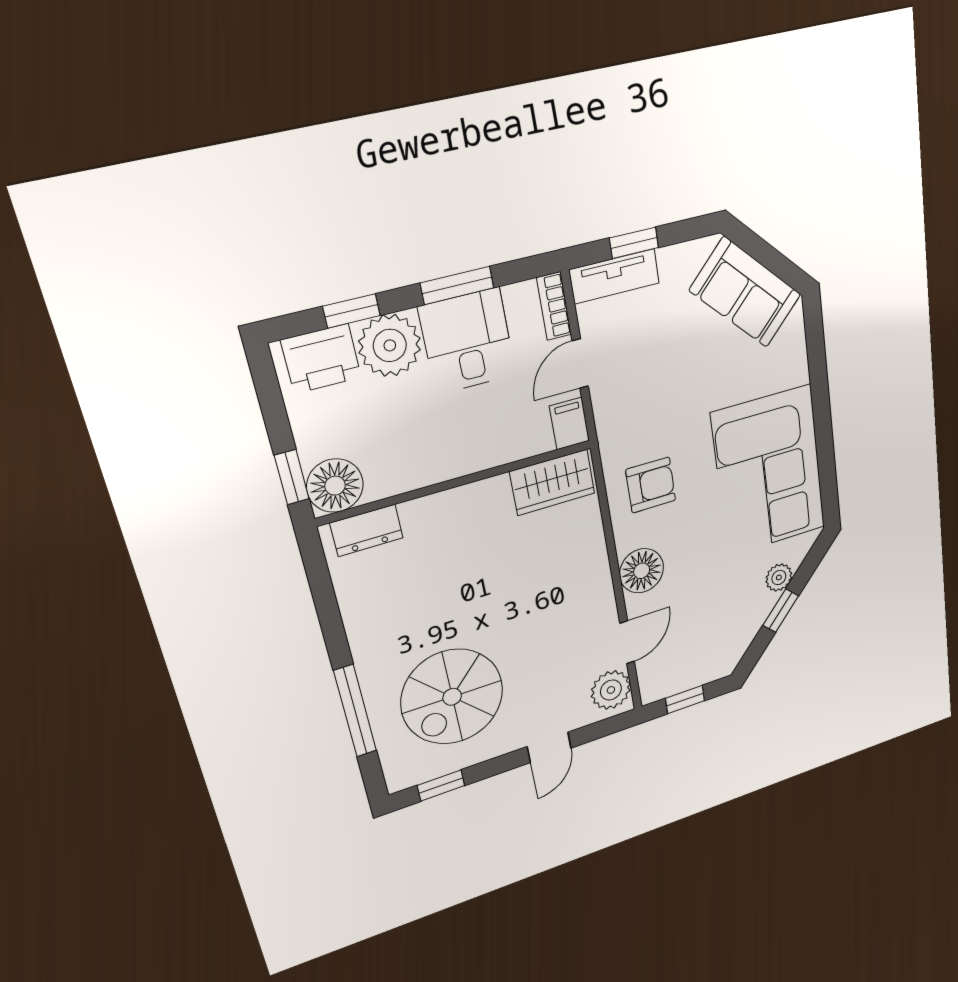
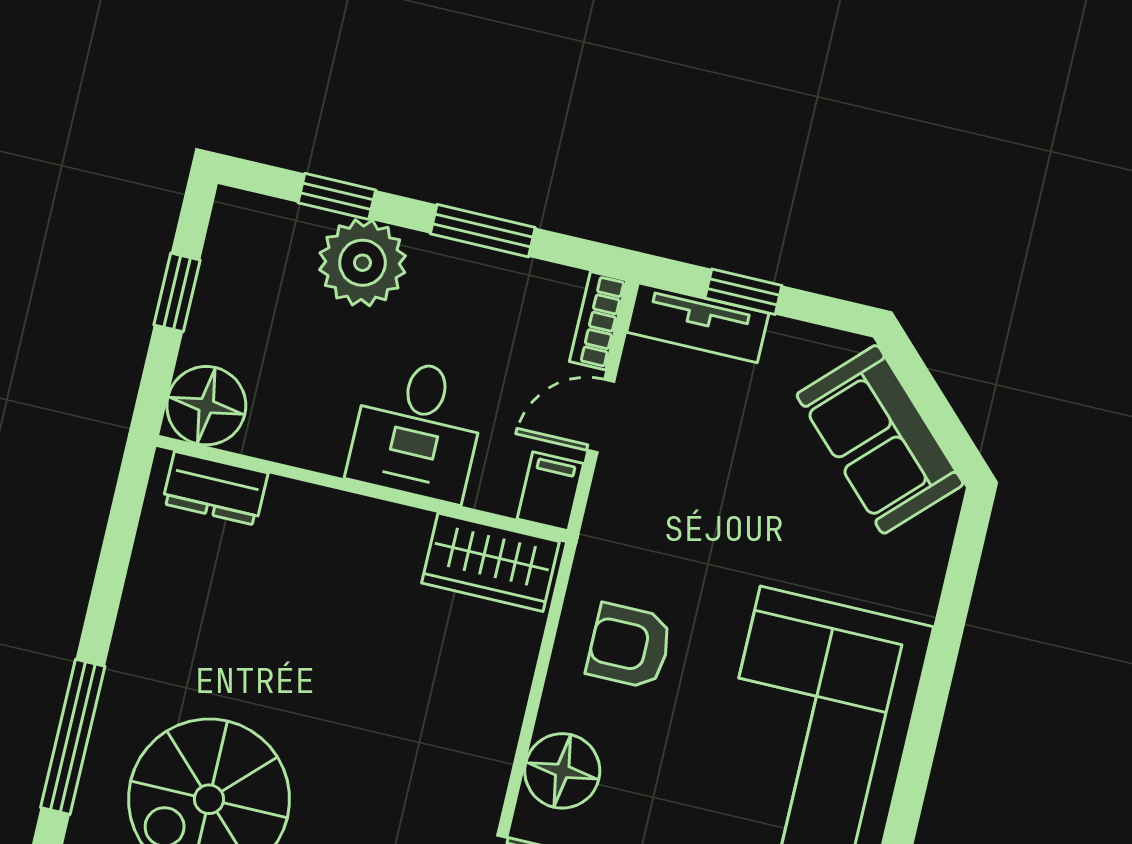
desk: (467, 341) -> (417, 429), moved, turned 180
printer: (321, 359) -> (271, 236), removed
window: (292, 477) -> (177, 292), moved
armchair: (651, 485) -> (629, 646), turned 180

